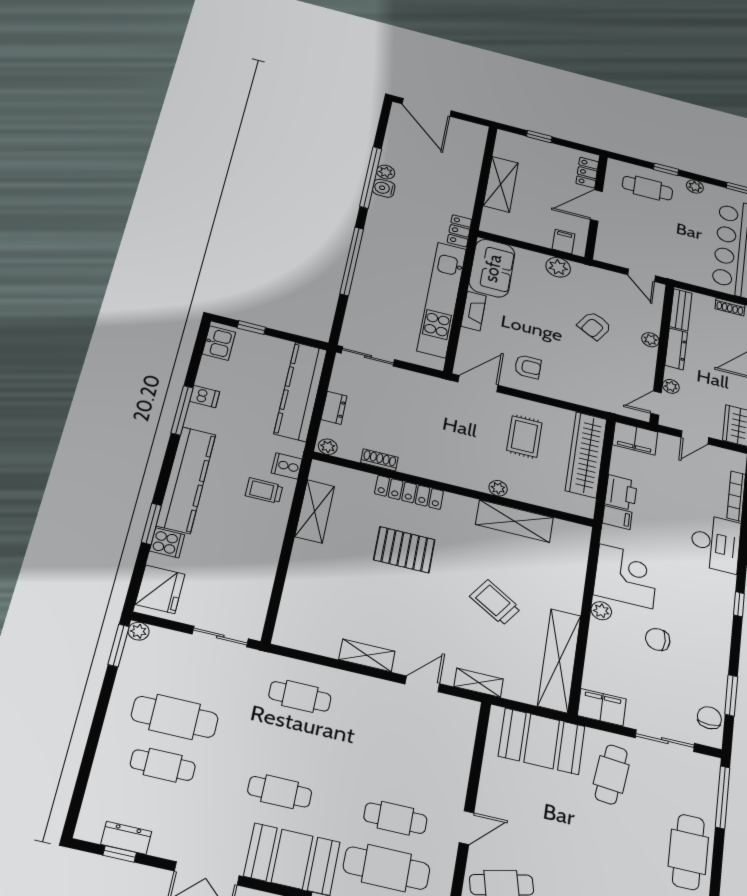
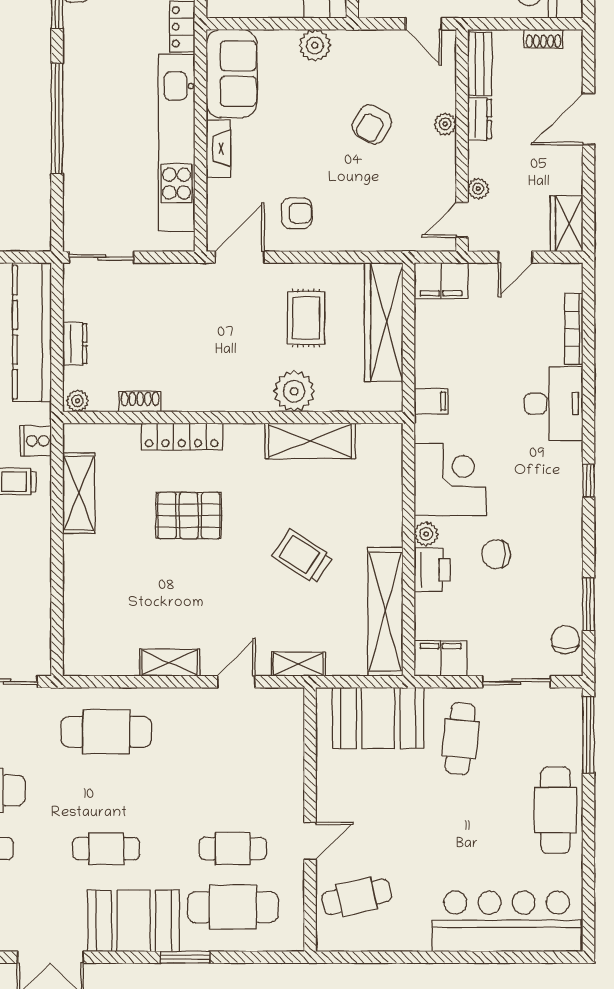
dresser: (676, 349) -> (479, 119), width x0.70
plant: (498, 488) -> (294, 391), width x1.87, depth x1.87
printer: (621, 493) -> (432, 570), moved
cafe table: (300, 696) -> (106, 732), width x1.37, depth x1.35

